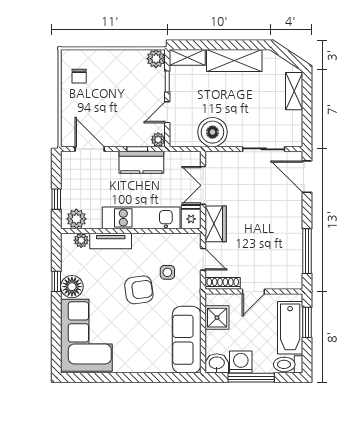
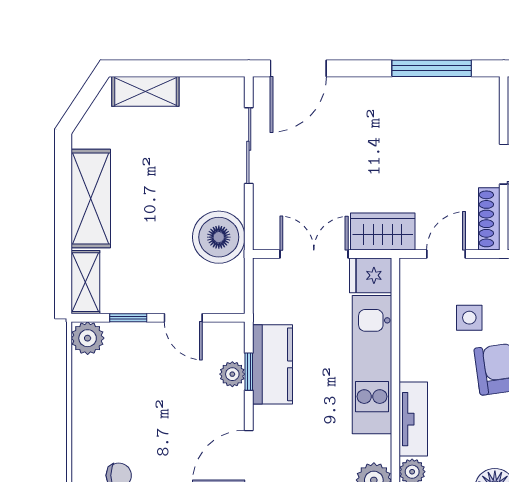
plant: (158, 140) -> (232, 374), moved
double door: (203, 185) -> (314, 254), swing flipped

